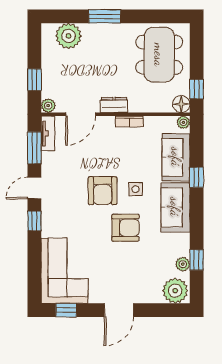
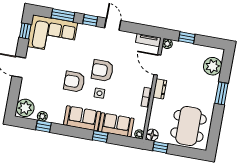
dining table: (159, 55) -> (188, 126), turned 90
window: (34, 148) -> (63, 15), moved
armchair: (126, 228) -> (74, 82), turned 90

